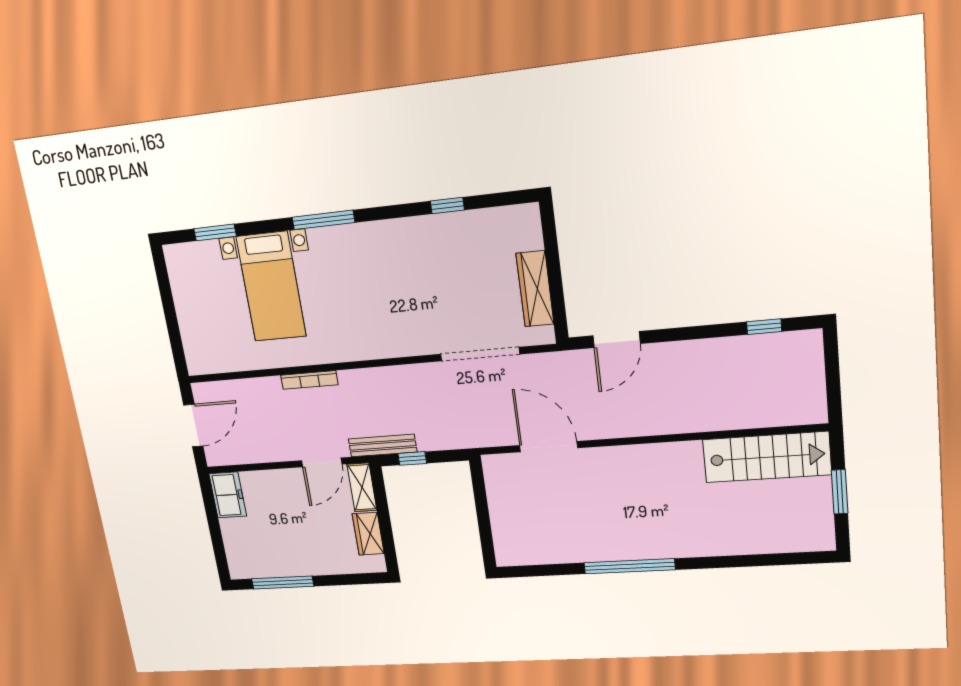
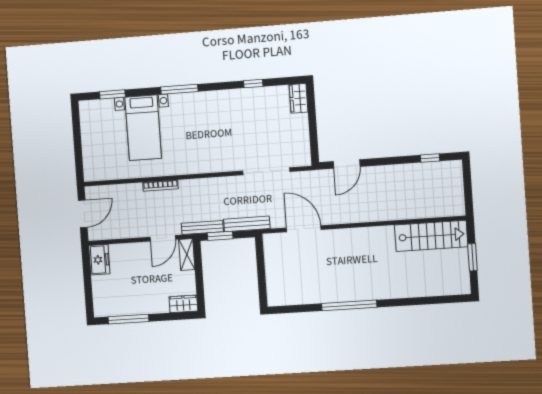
wardrobe: (535, 289) -> (299, 98), moved, width x0.67
bench: (454, 439) -> (247, 224), added
window: (412, 458) -> (220, 236), width x1.50
wardrobe: (368, 534) -> (183, 304), moved, turned 90

